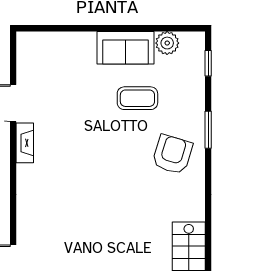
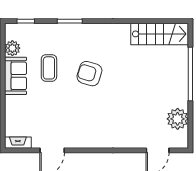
fireplace: (25, 143) -> (18, 143), moved
armchair: (172, 154) -> (89, 74), moved

